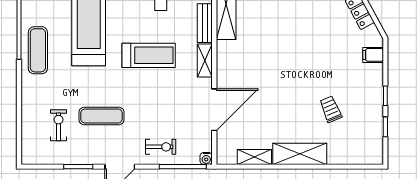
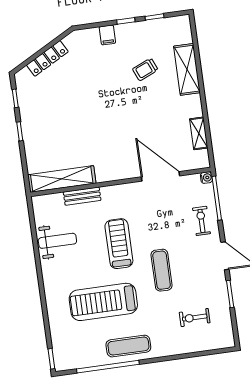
filing cabinet: (373, 55) -> (107, 35), moved
shelving: (205, 61) -> (117, 191), removed
exercise mat: (102, 116) -> (162, 270), moved
shelving: (300, 154) -> (187, 69), moved

